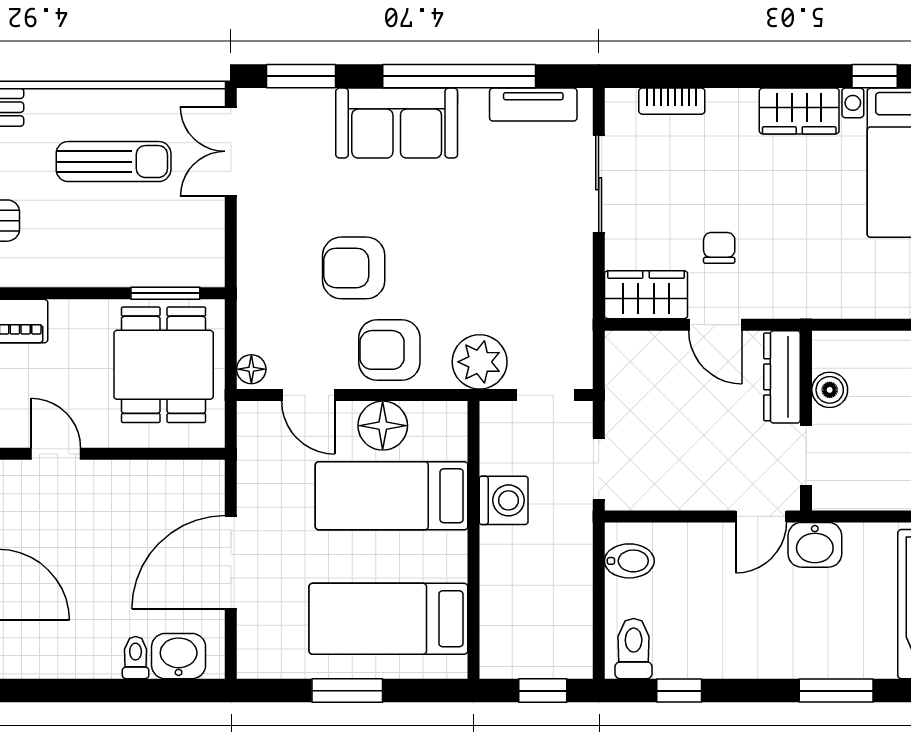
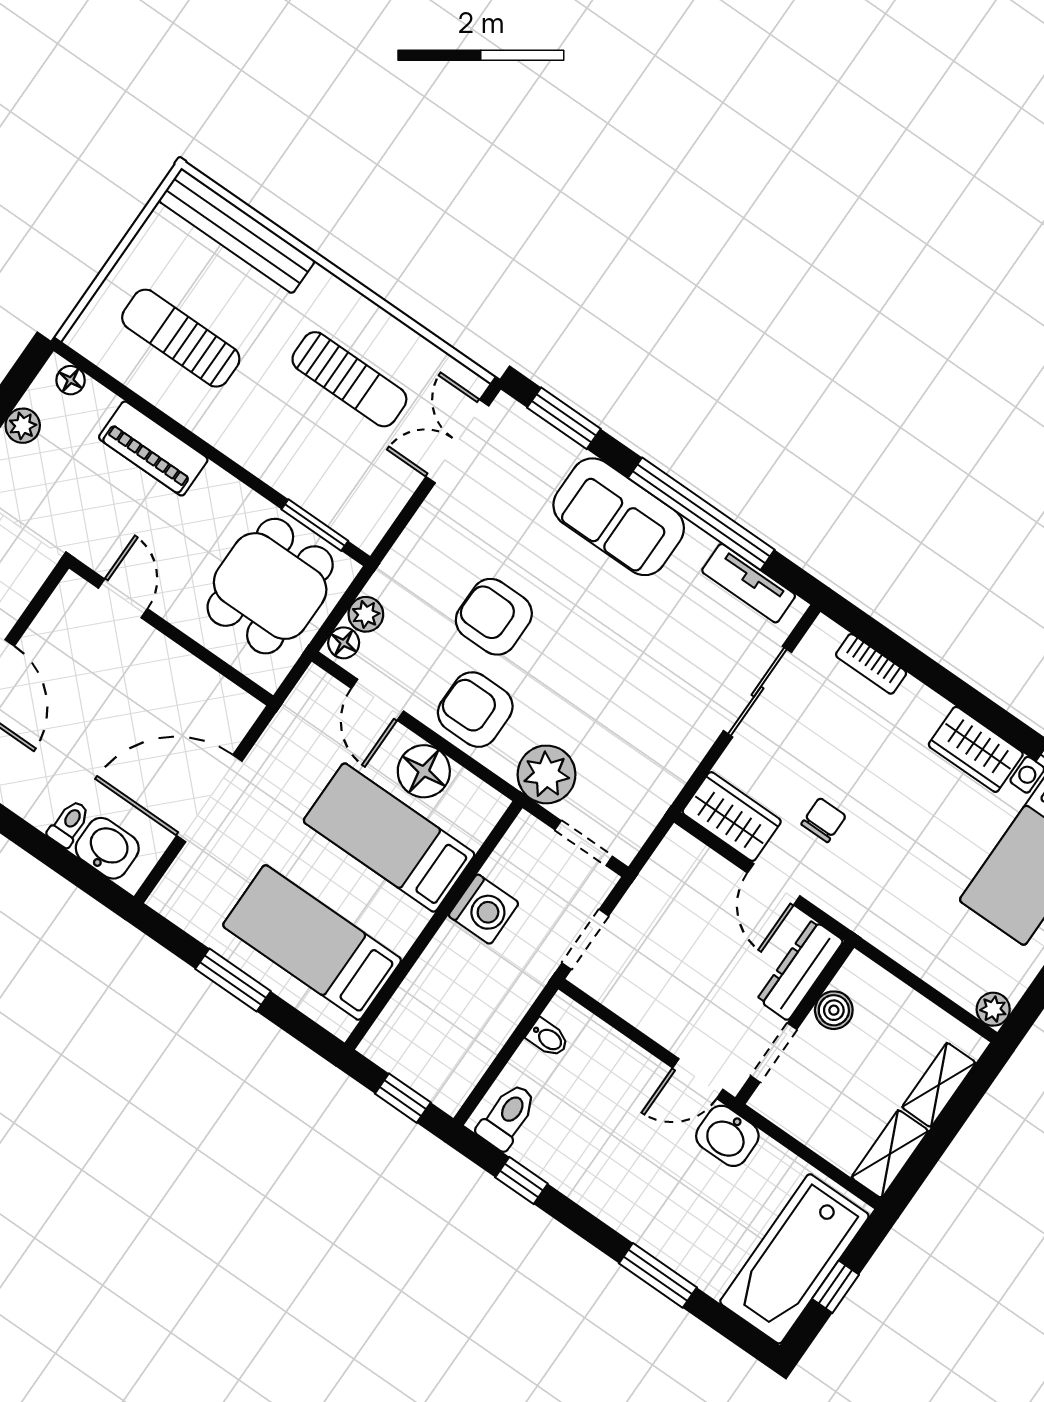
plant: (253, 335) -> (366, 614), added
bidet: (629, 561) -> (548, 1038), width x0.72, depth x0.74

